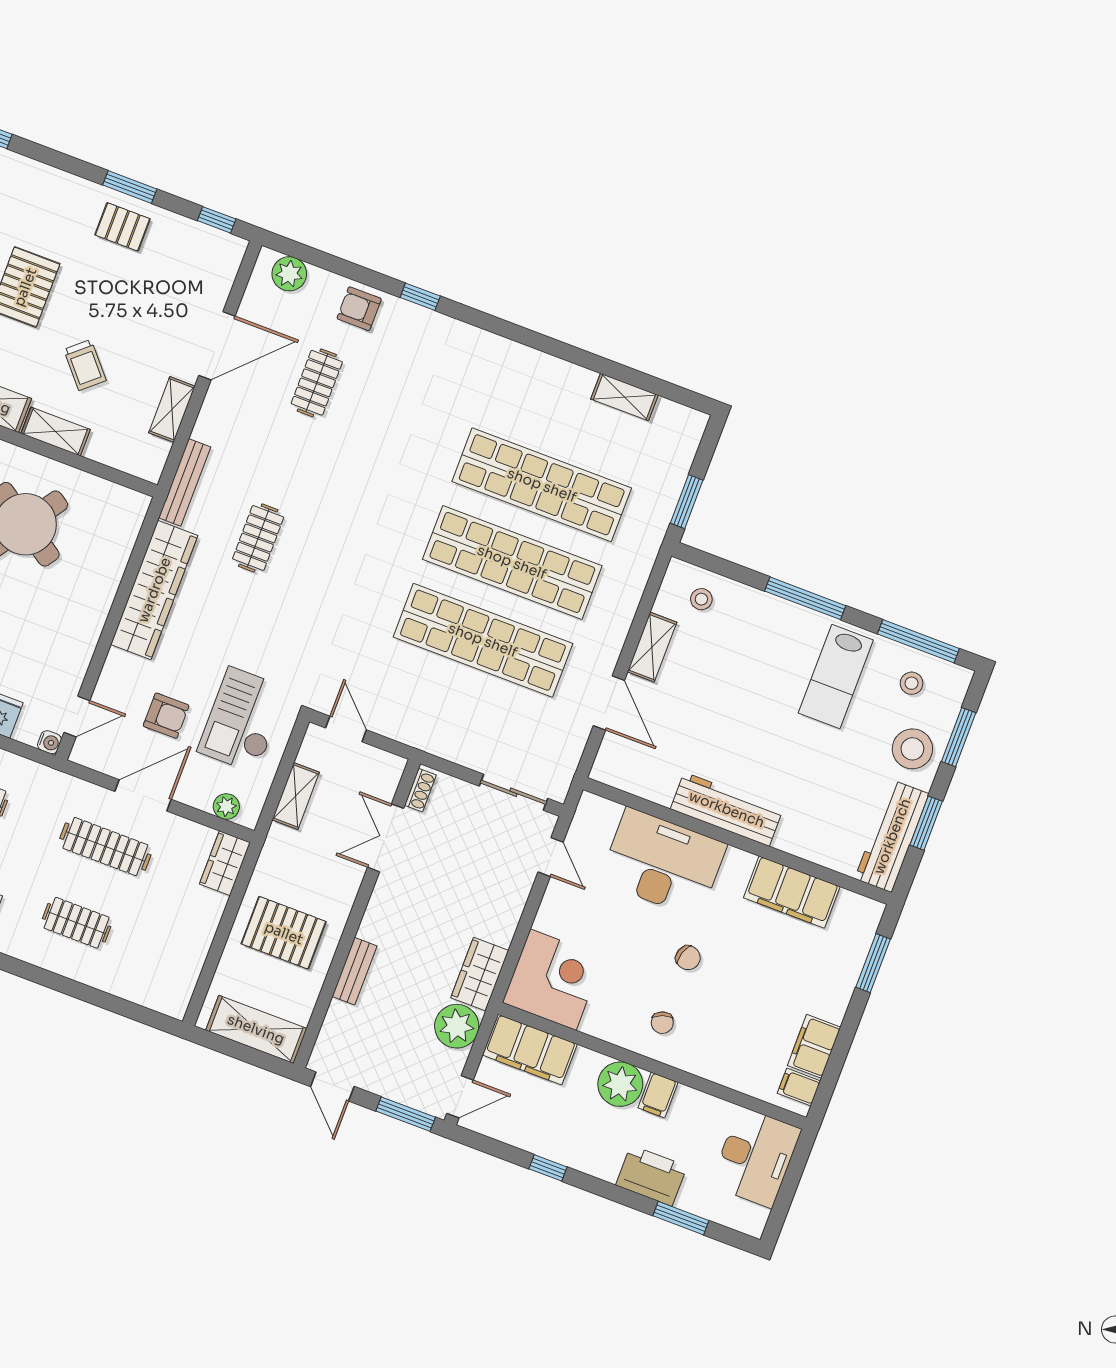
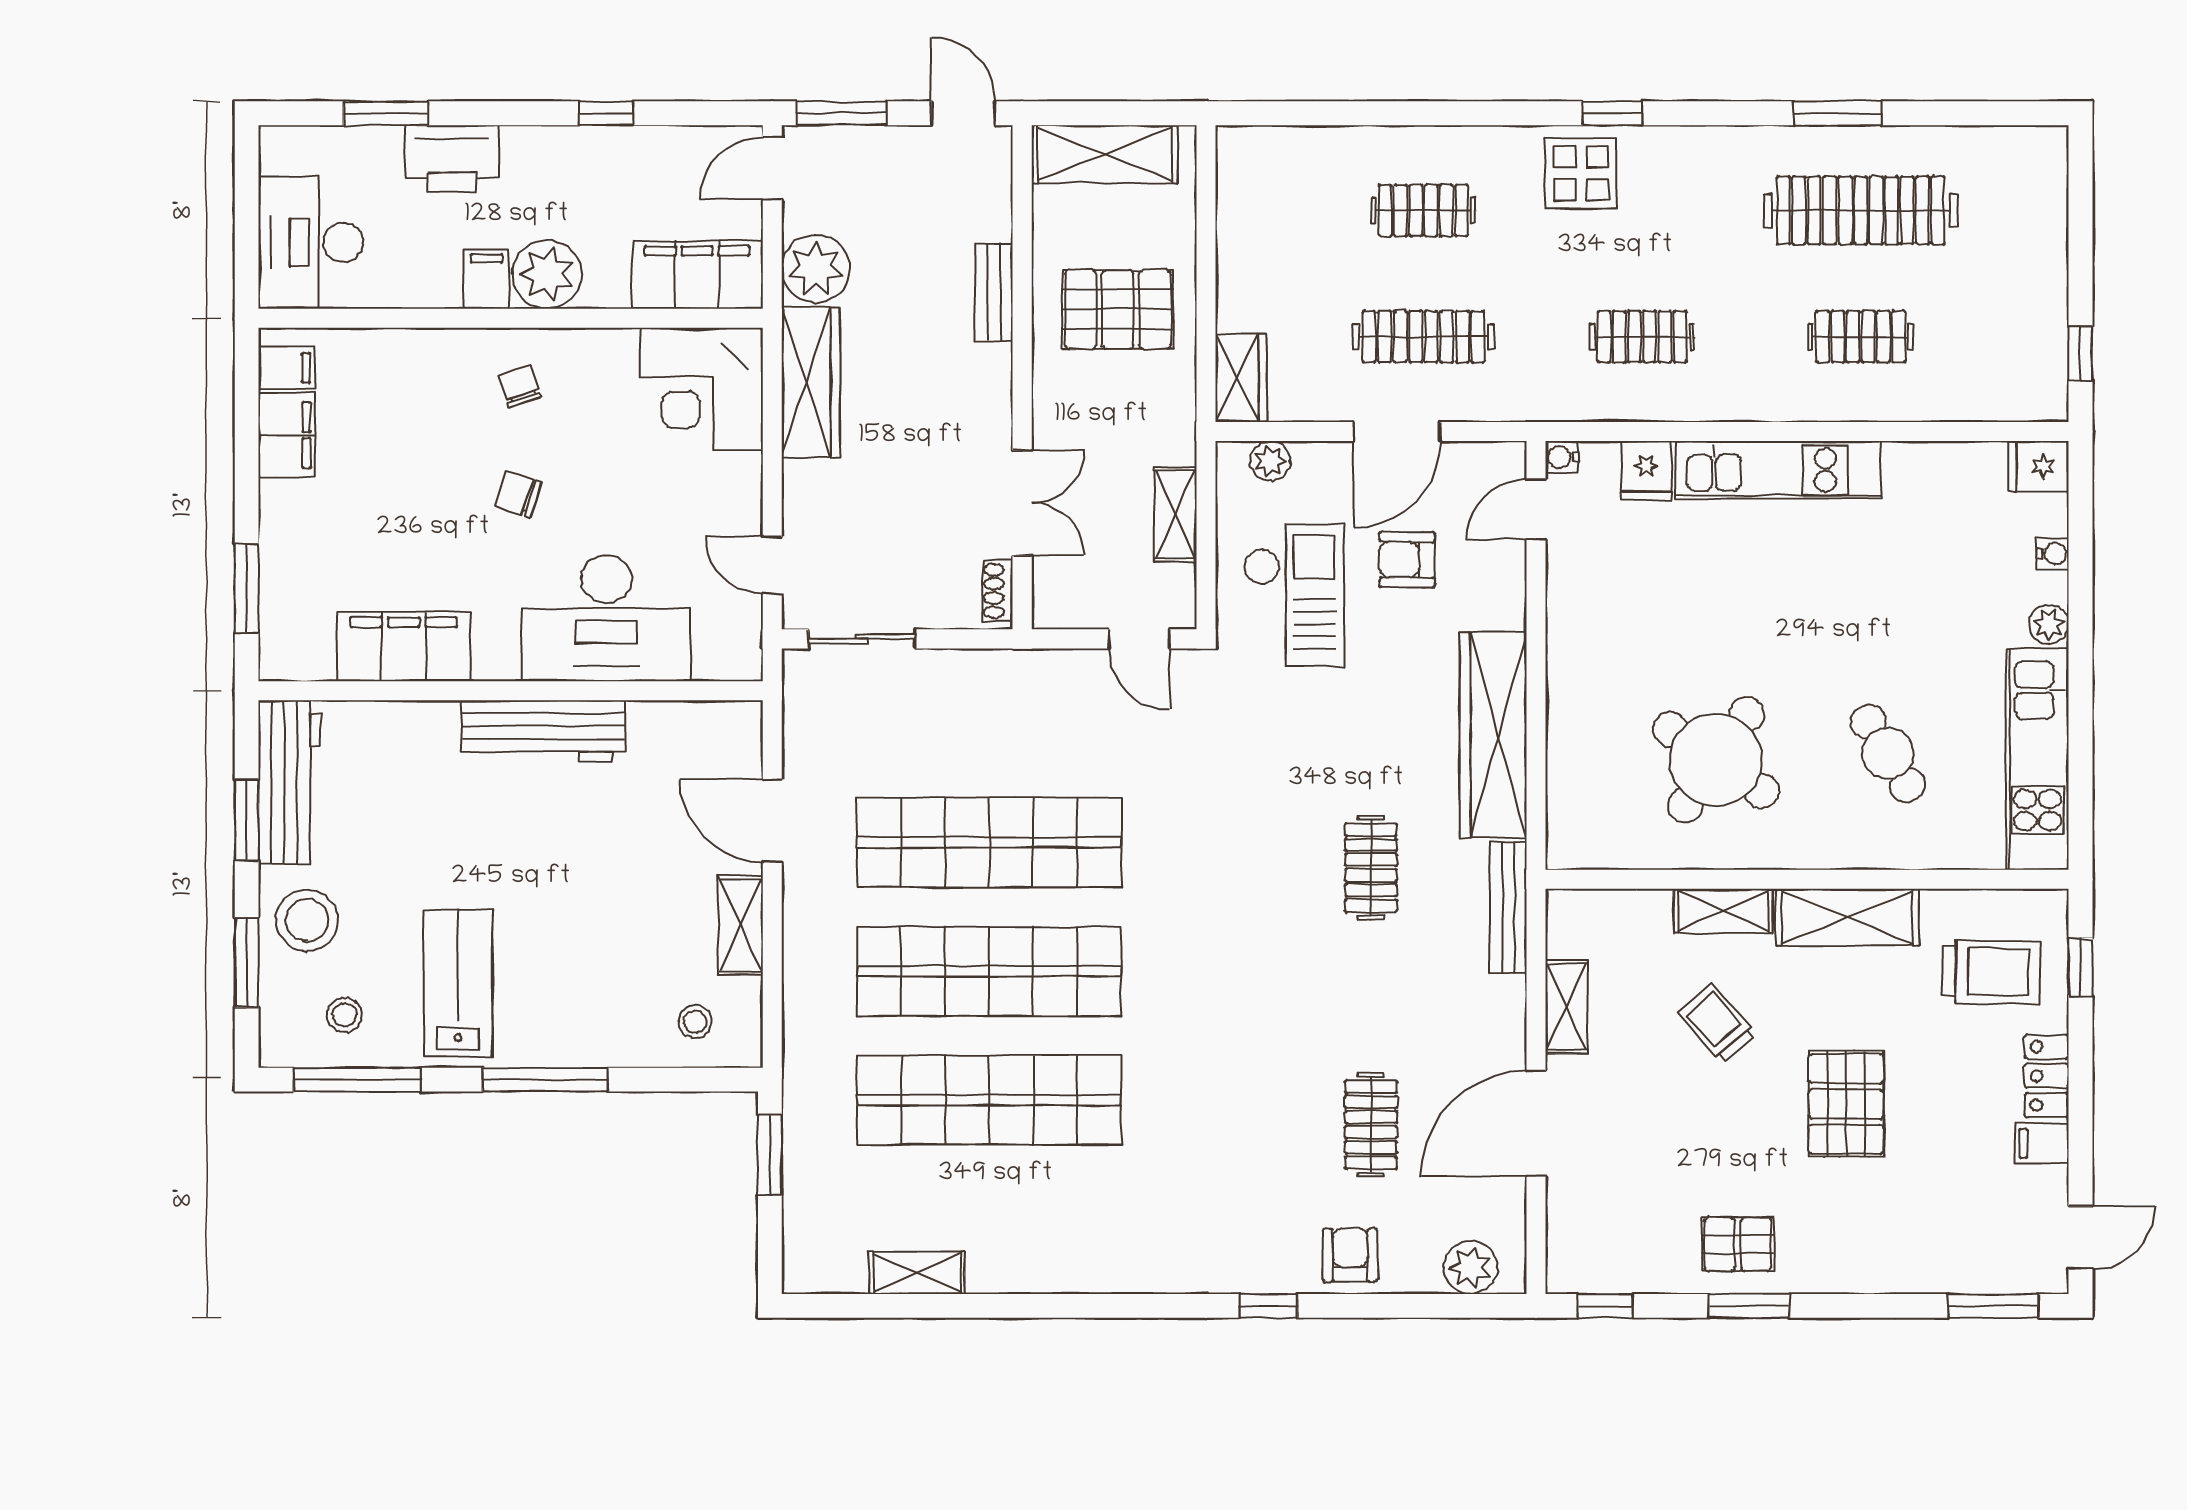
armchair: (359, 309) -> (1350, 1255), turned -90
wardrobe: (480, 974) -> (811, 382), width x1.50

